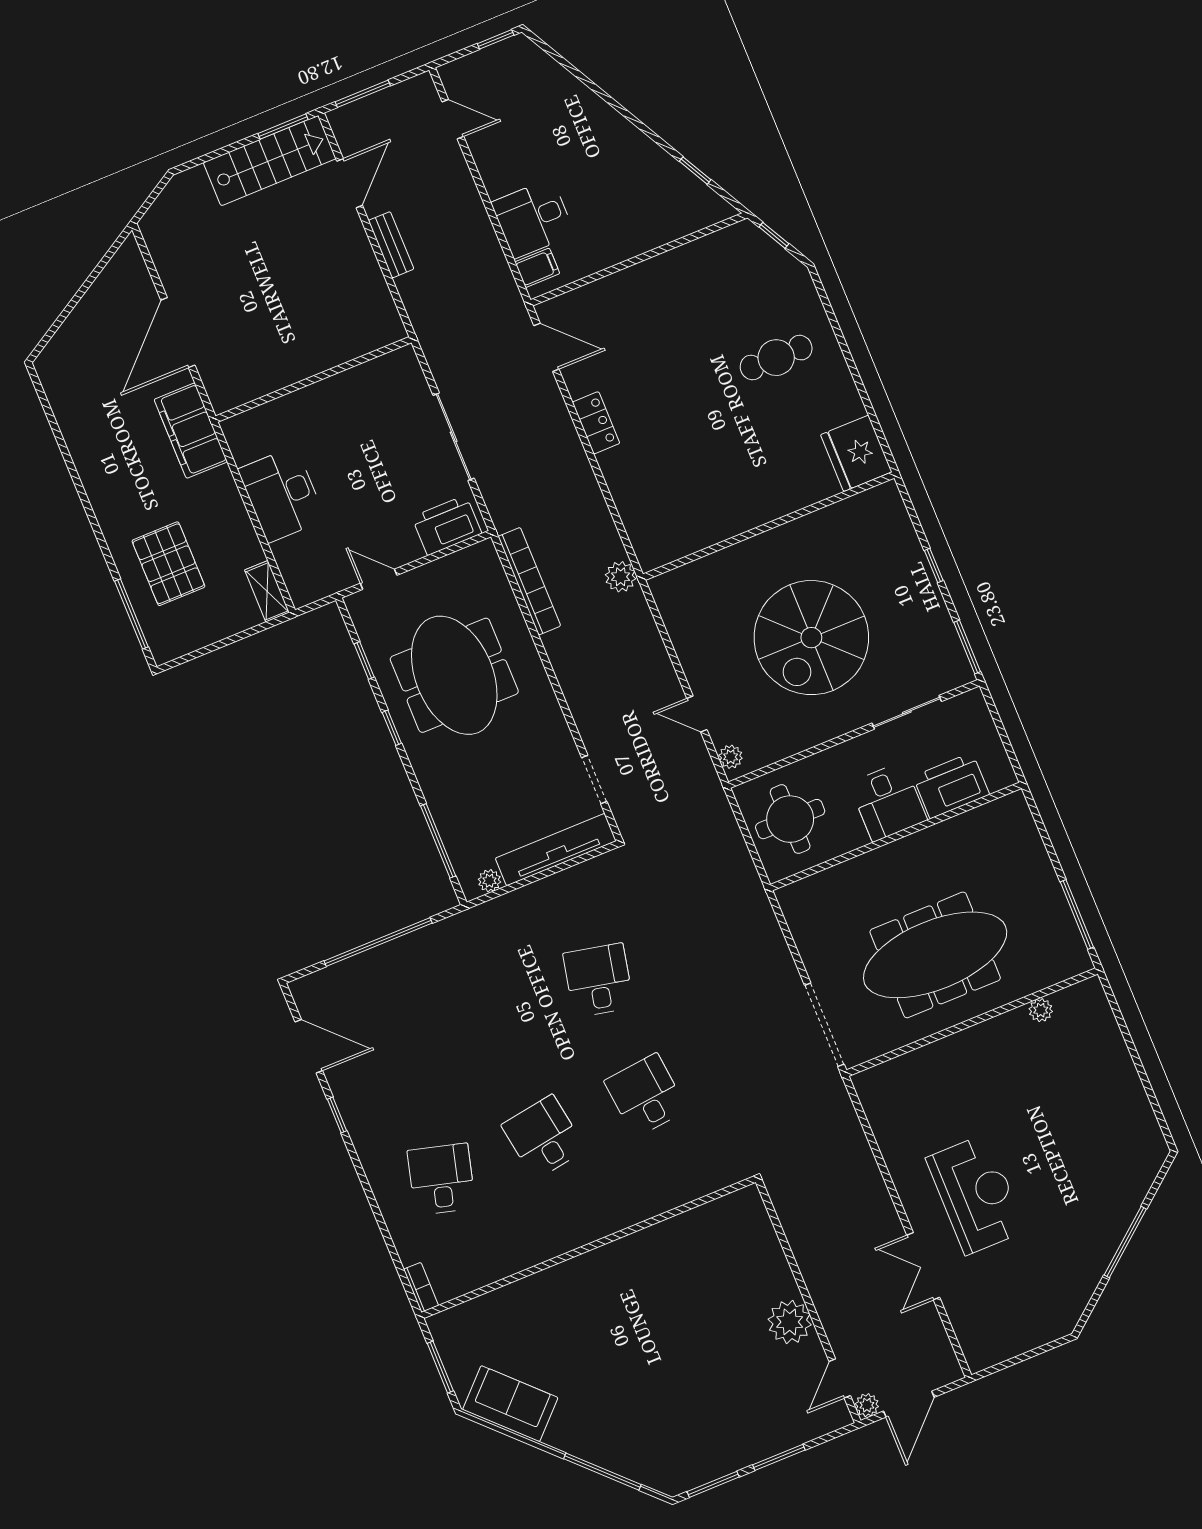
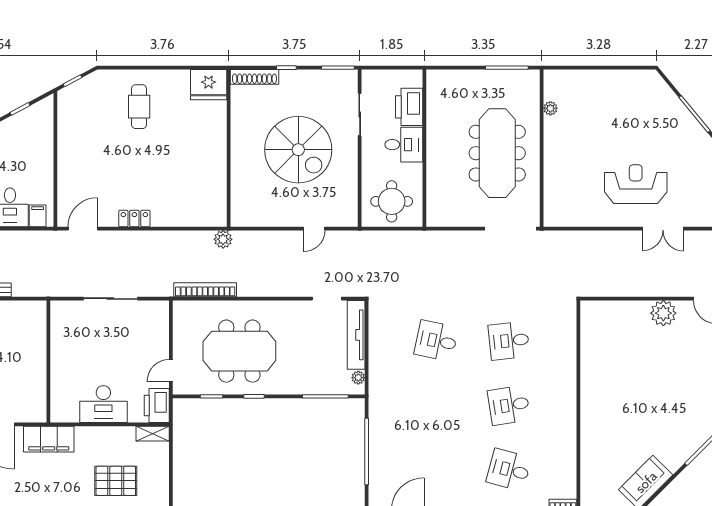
shoe rack: (898, 521) -> (254, 77), added
printer: (447, 525) -> (157, 406), moved
plant: (731, 757) -> (345, 220), removed

